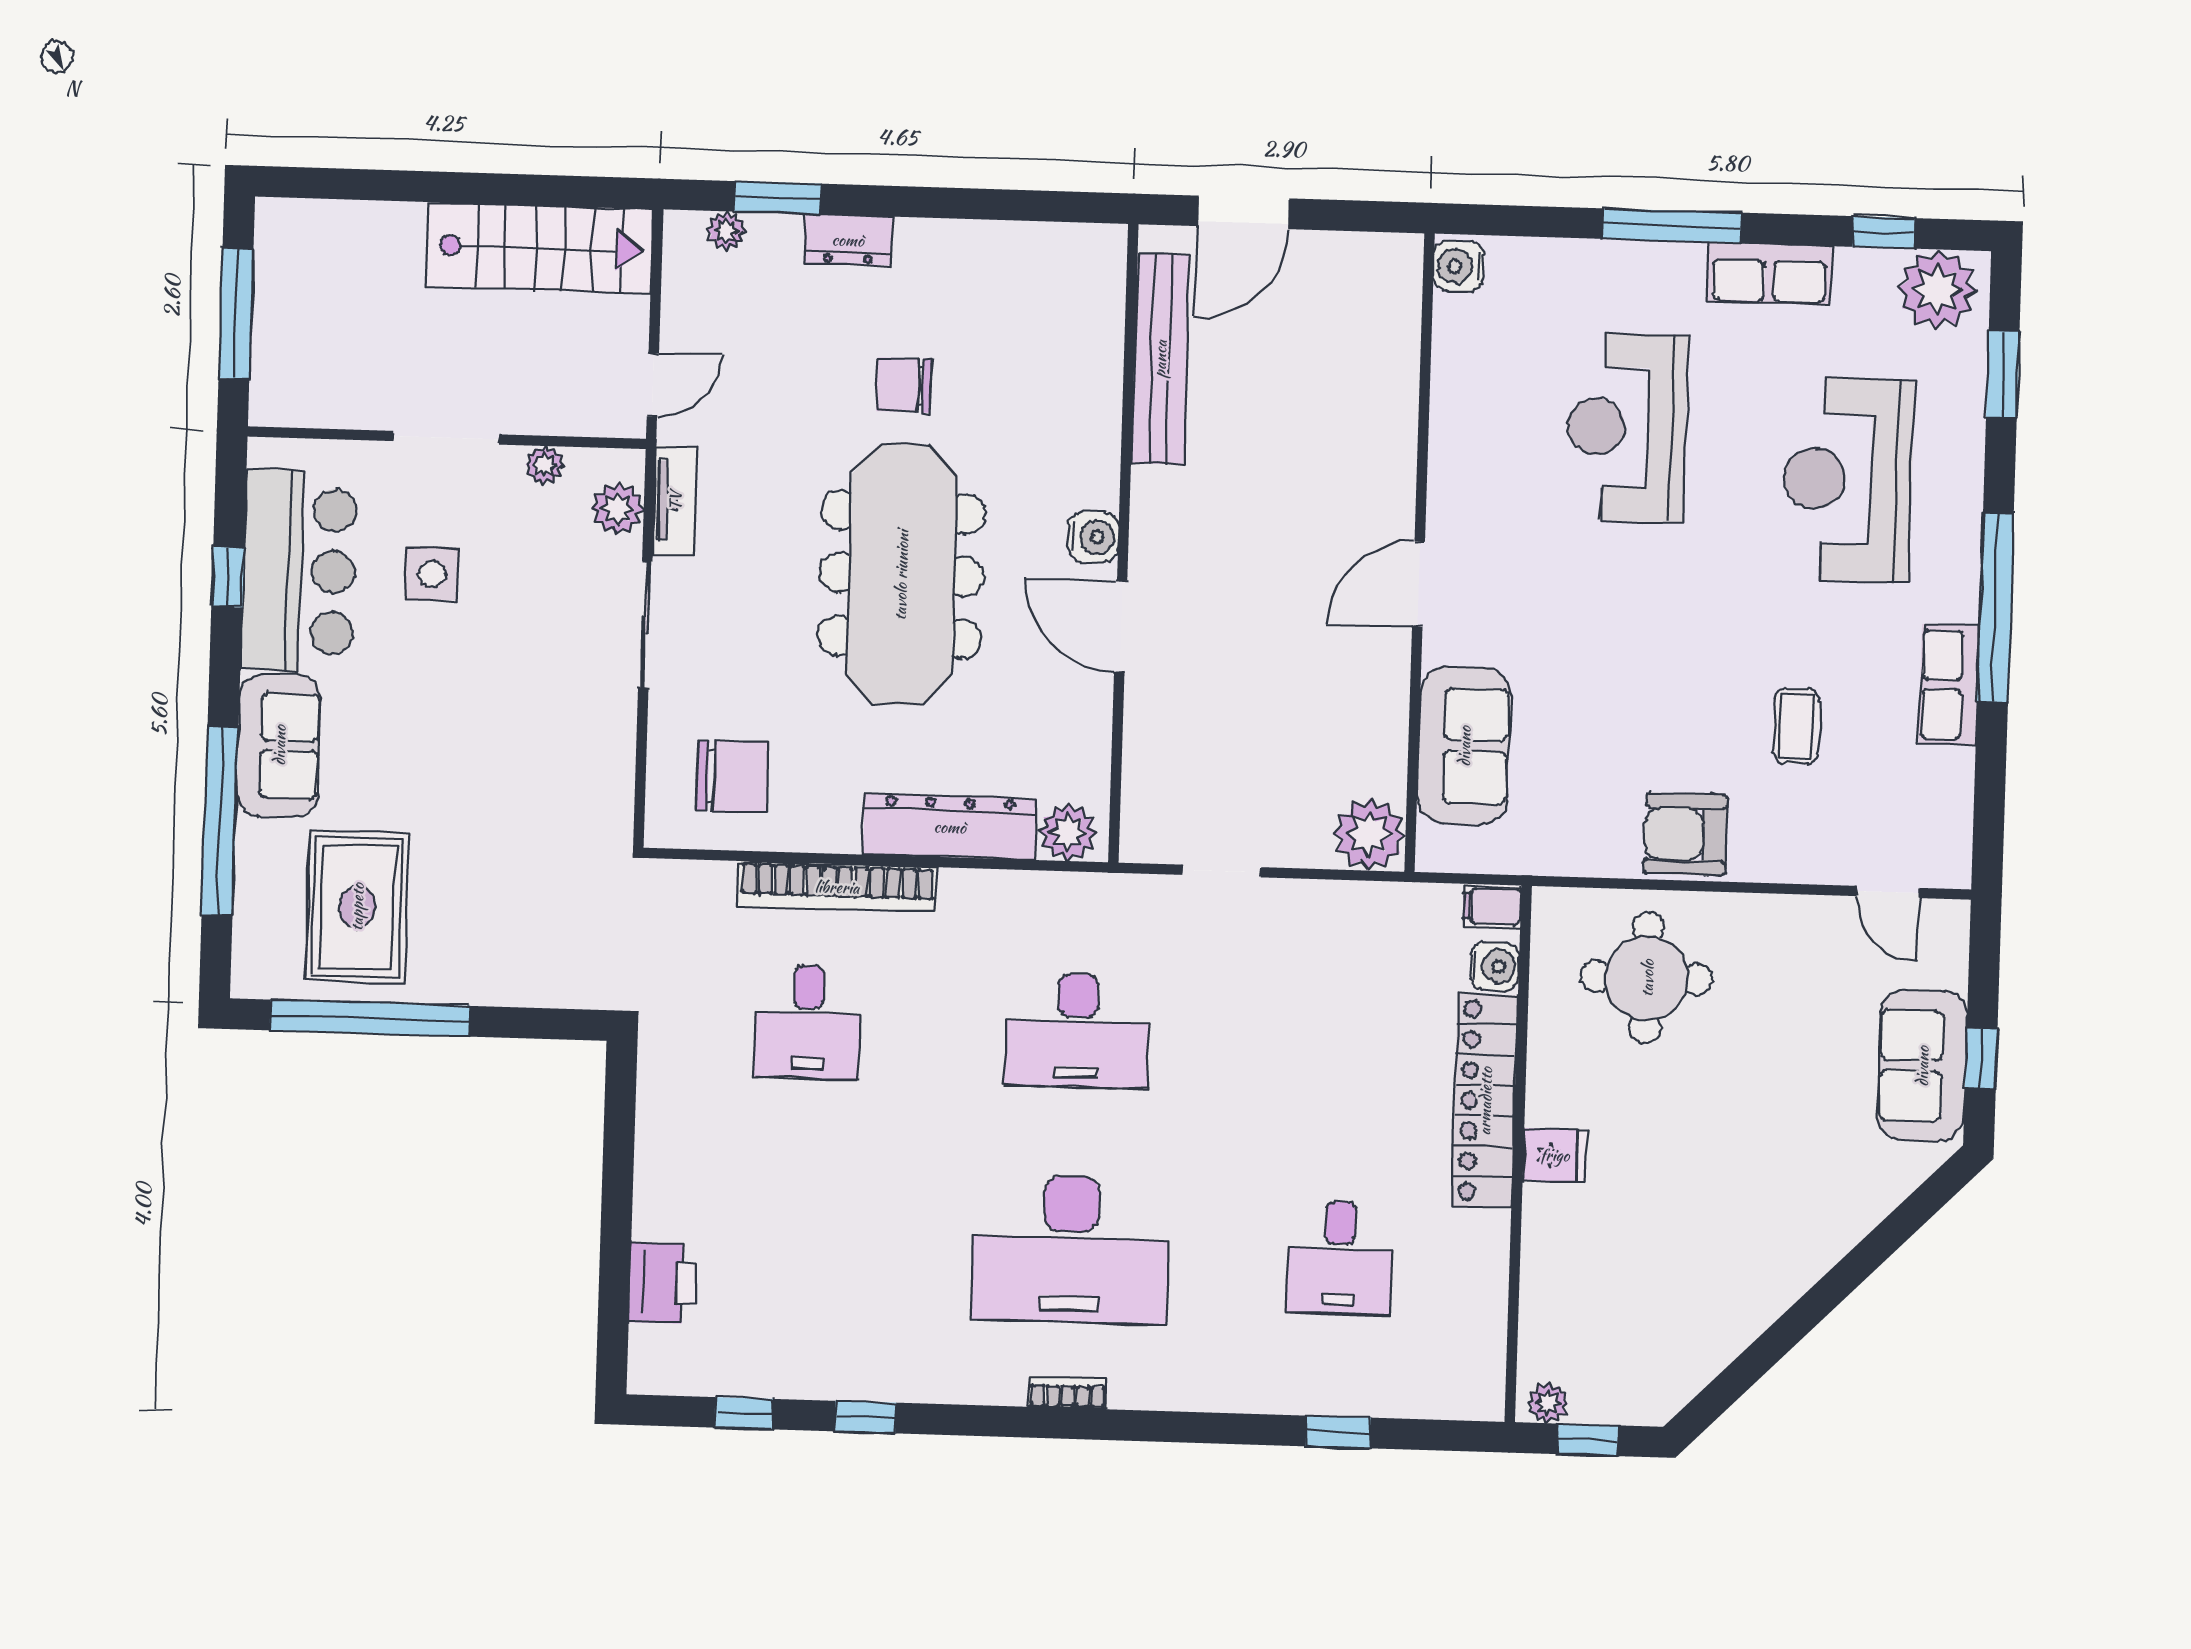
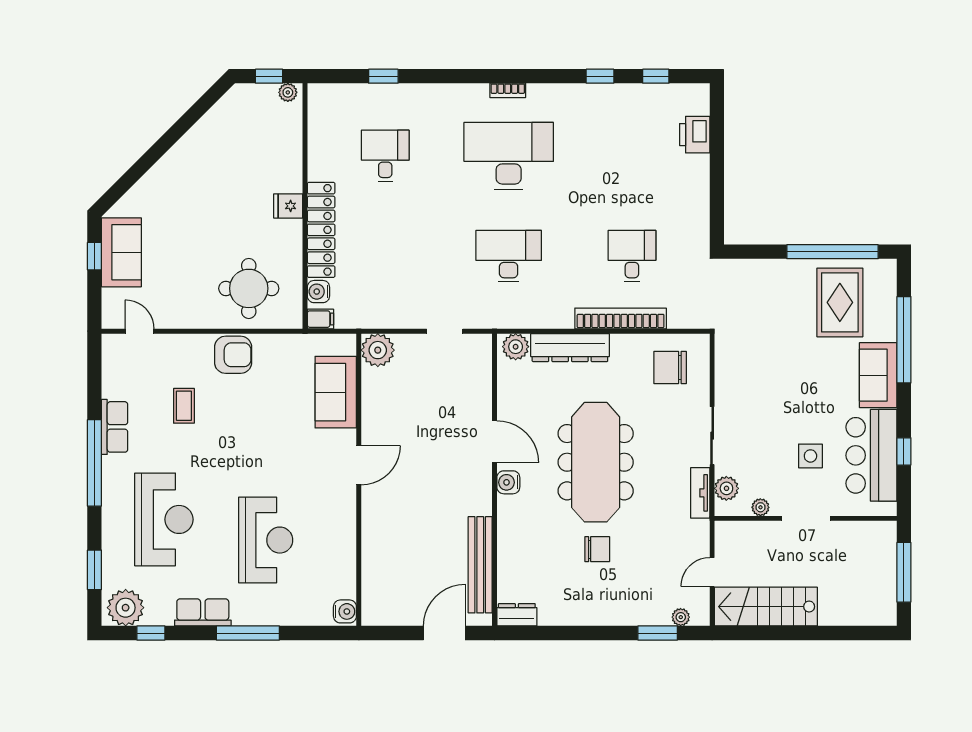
dresser: (848, 240) -> (517, 615), moved
door: (653, 385) -> (712, 572), moved

